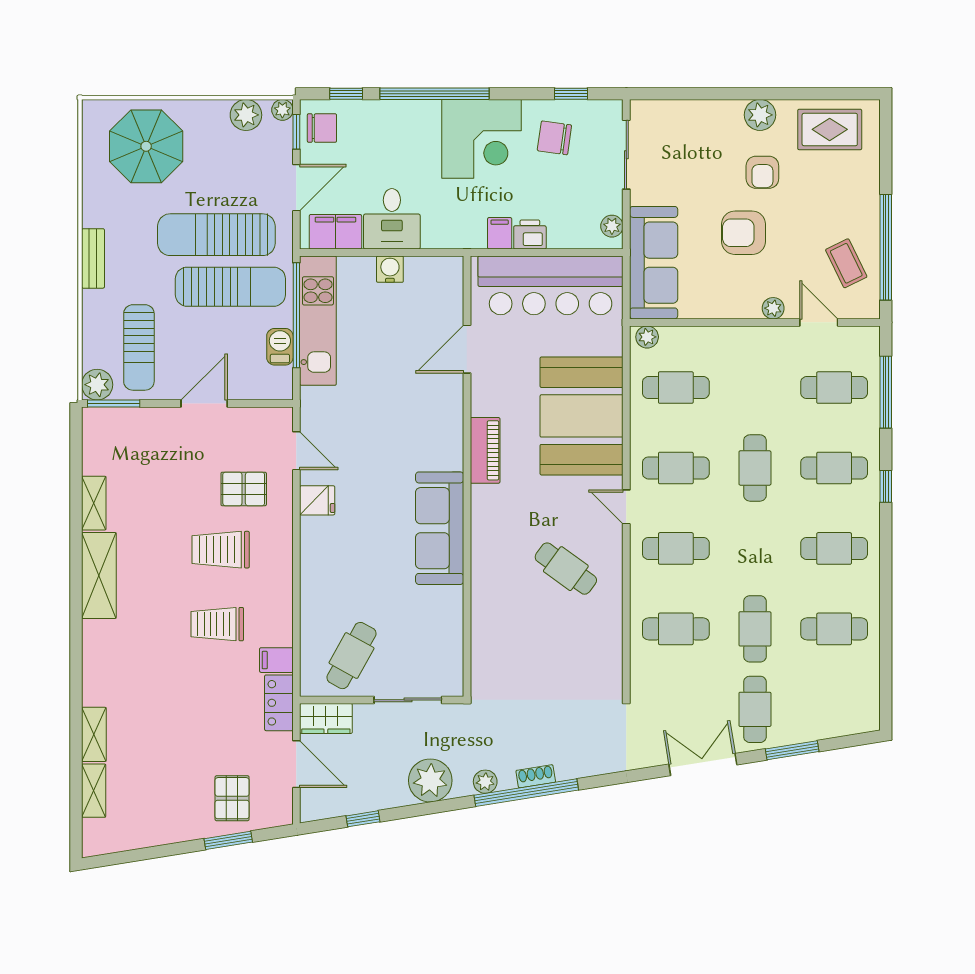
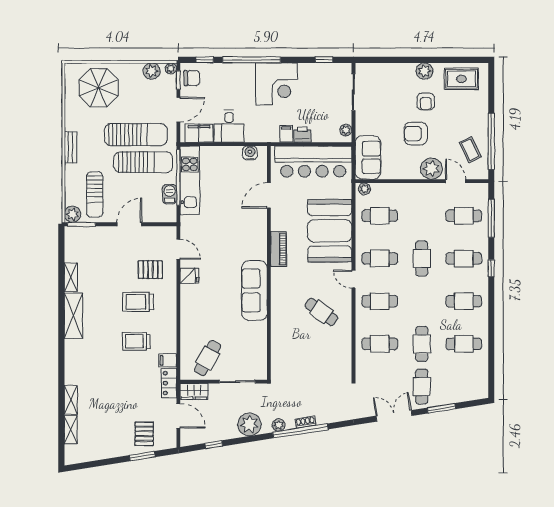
chair: (554, 138) -> (315, 83), removed
sun lounger: (216, 235) -> (136, 135), turned 180
sofa: (654, 263) -> (368, 157), width x0.73
water cooler: (390, 269) -> (250, 153), moved
plant: (773, 308) -> (431, 169), width x1.88, depth x1.88

